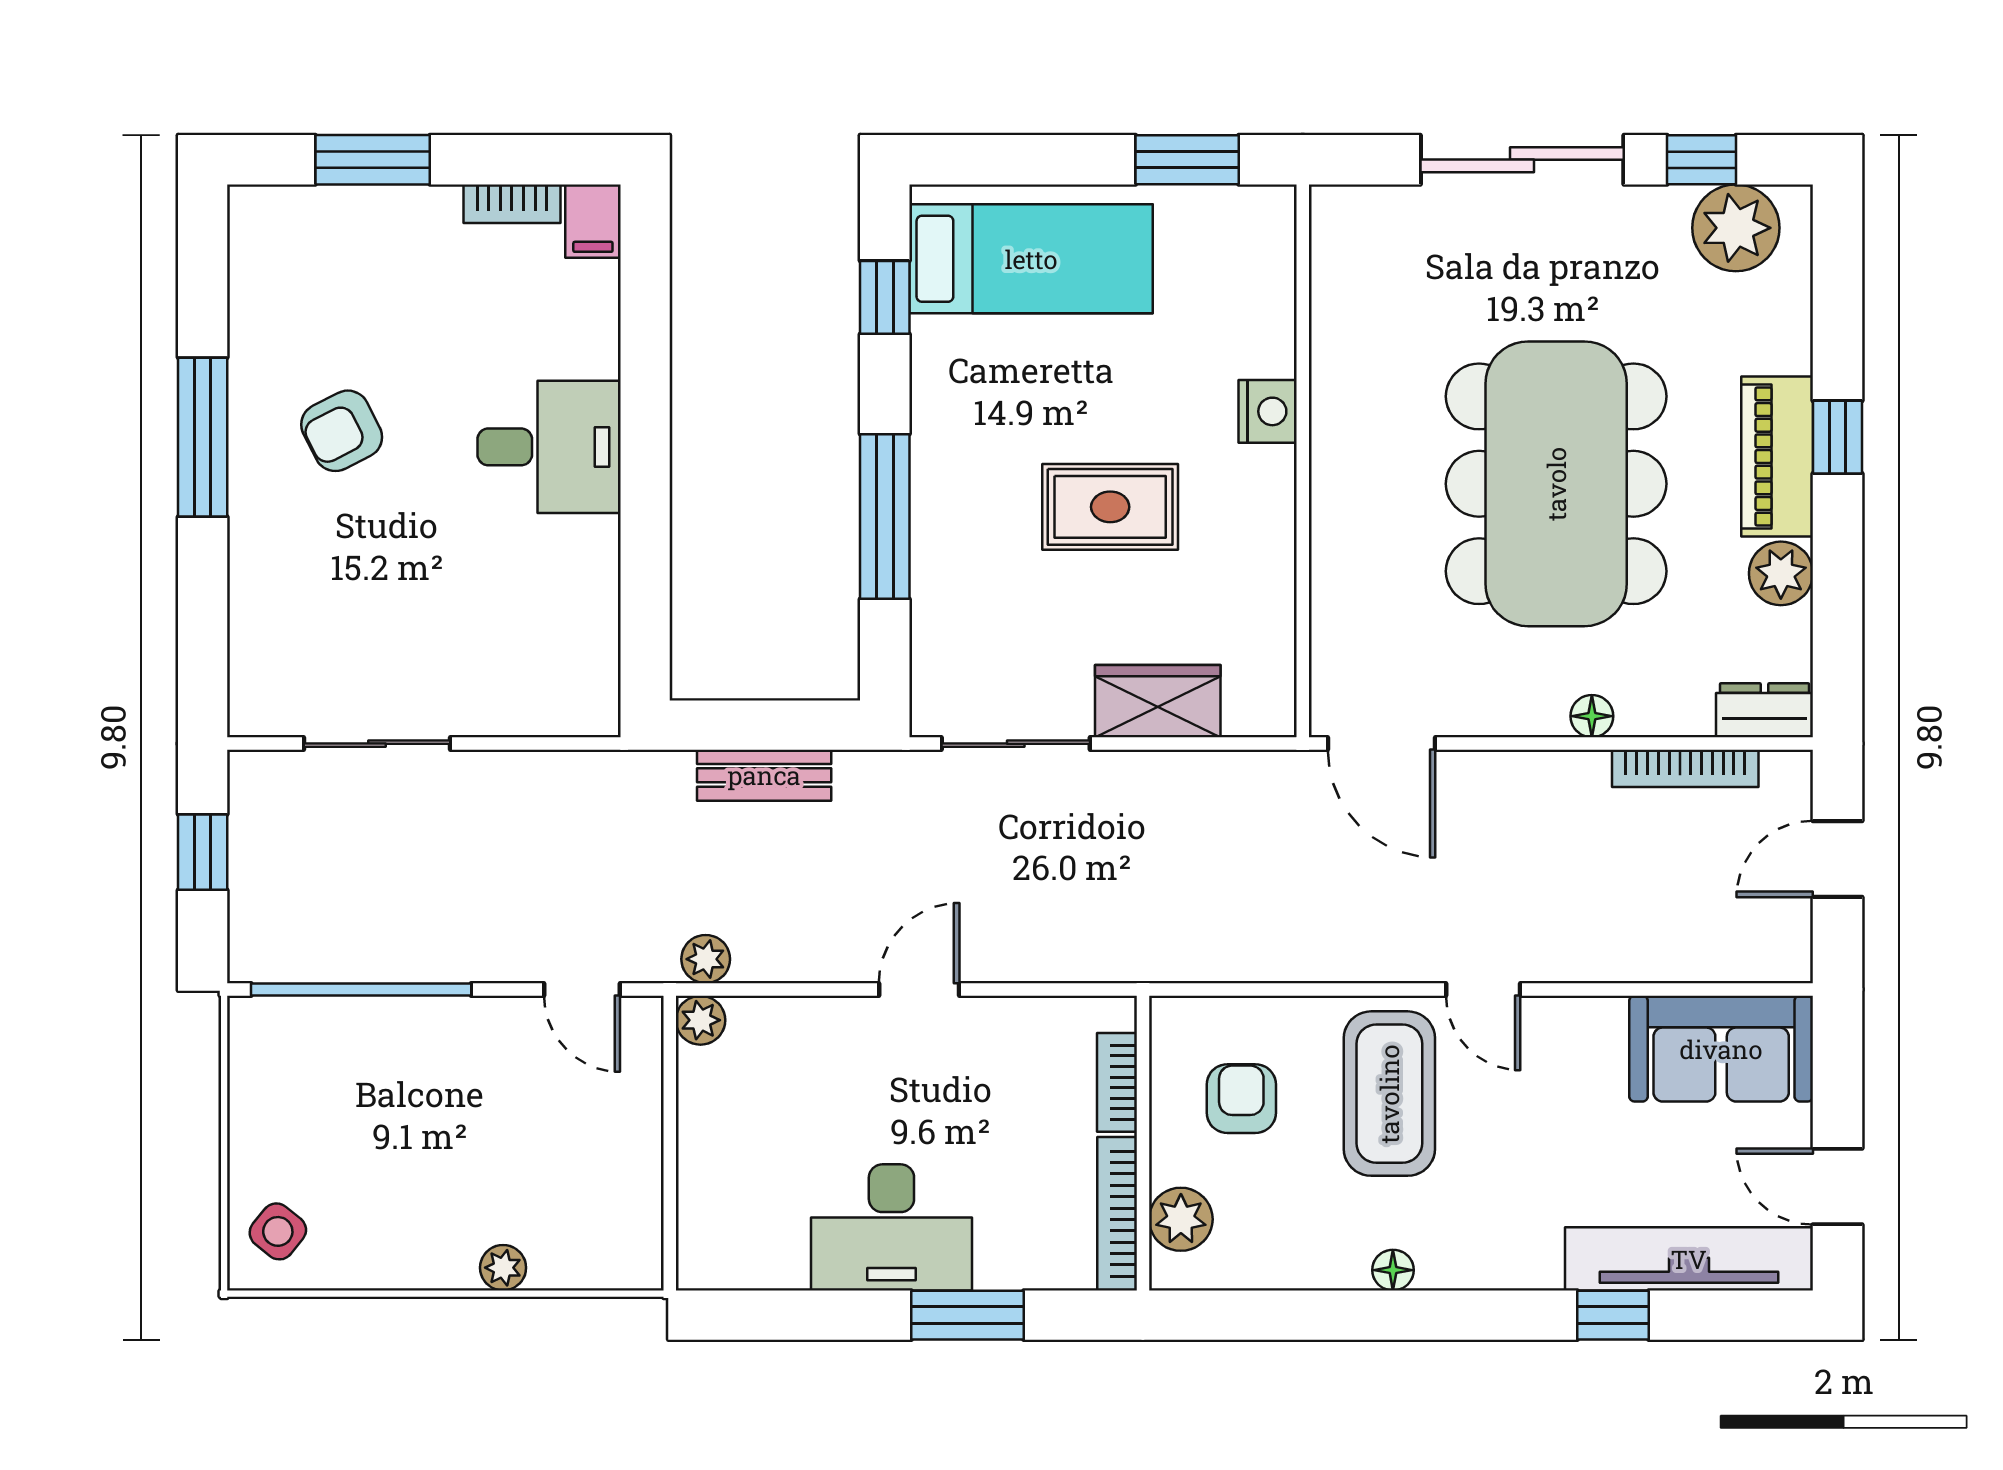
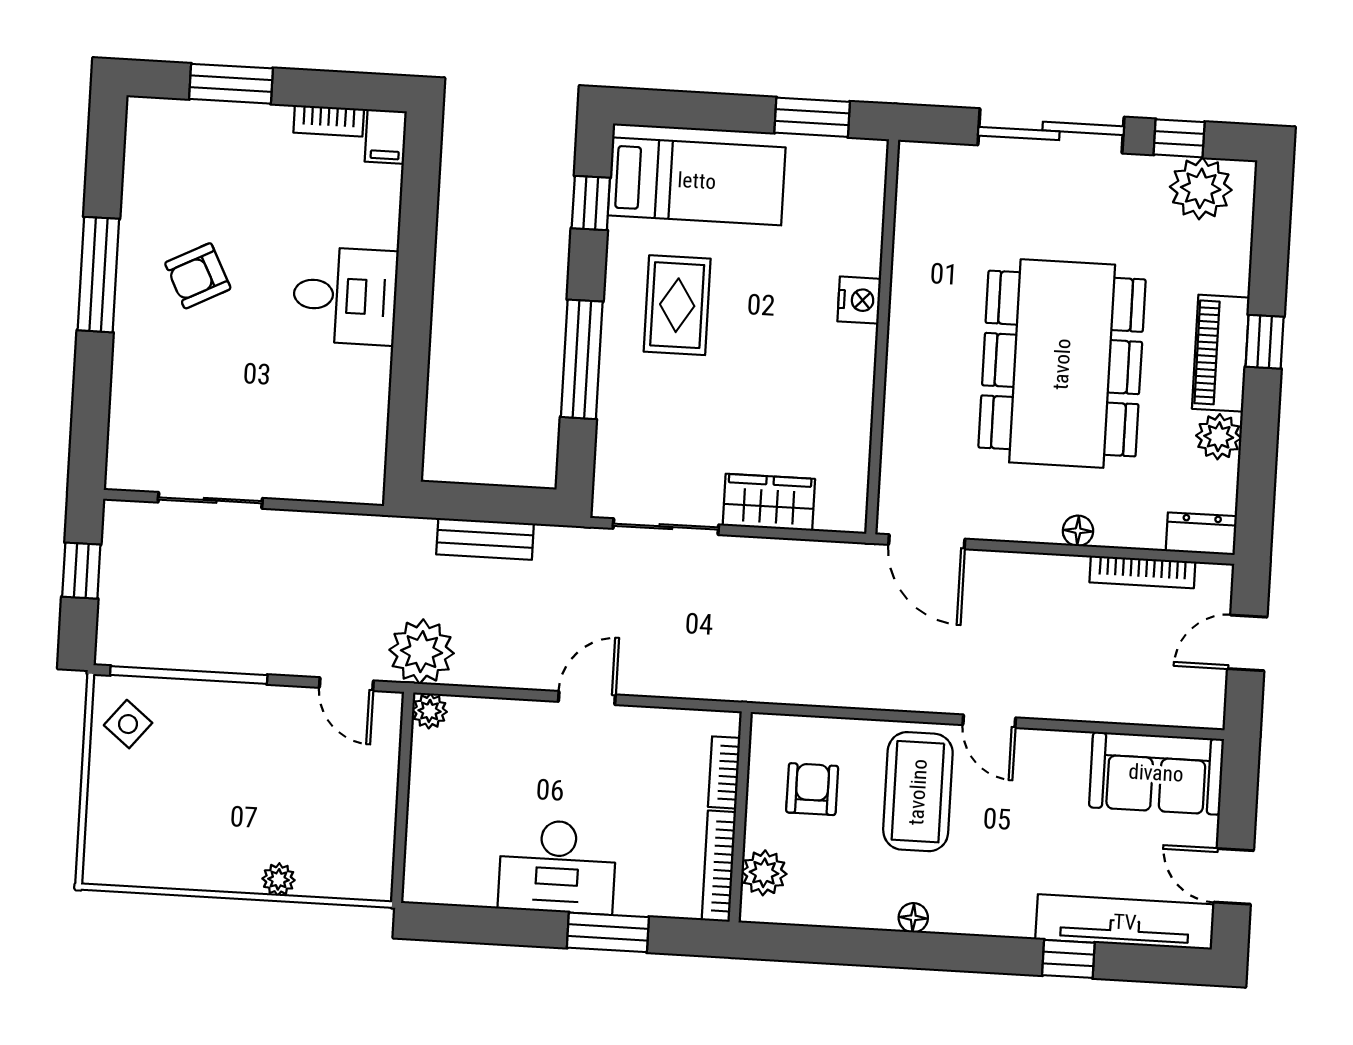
rug: (1110, 507) -> (677, 305), moved, turned 90
plant: (706, 959) -> (422, 652), width x1.88, depth x1.88
side table: (278, 1231) -> (128, 724), moved

